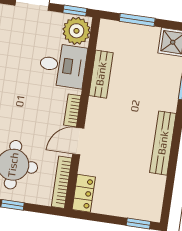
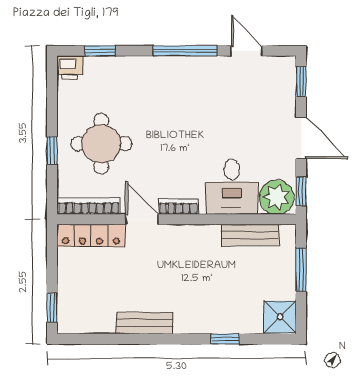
bench: (101, 74) -> (250, 235), moved
bench: (163, 143) -> (145, 323), width x0.73
locker: (84, 193) -> (91, 235), width x1.53

